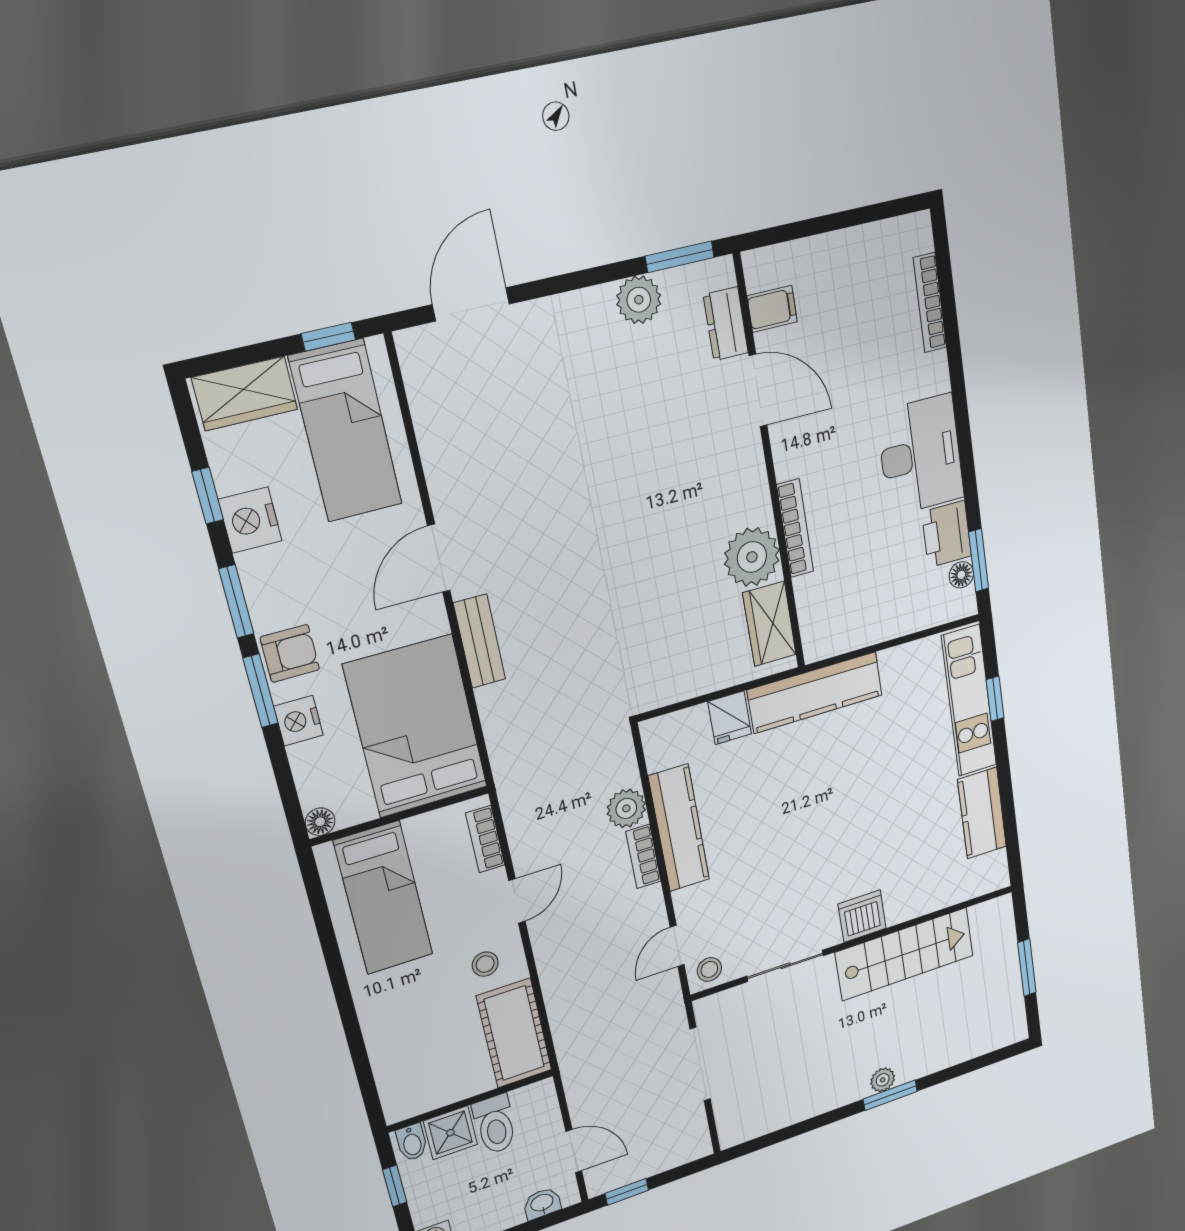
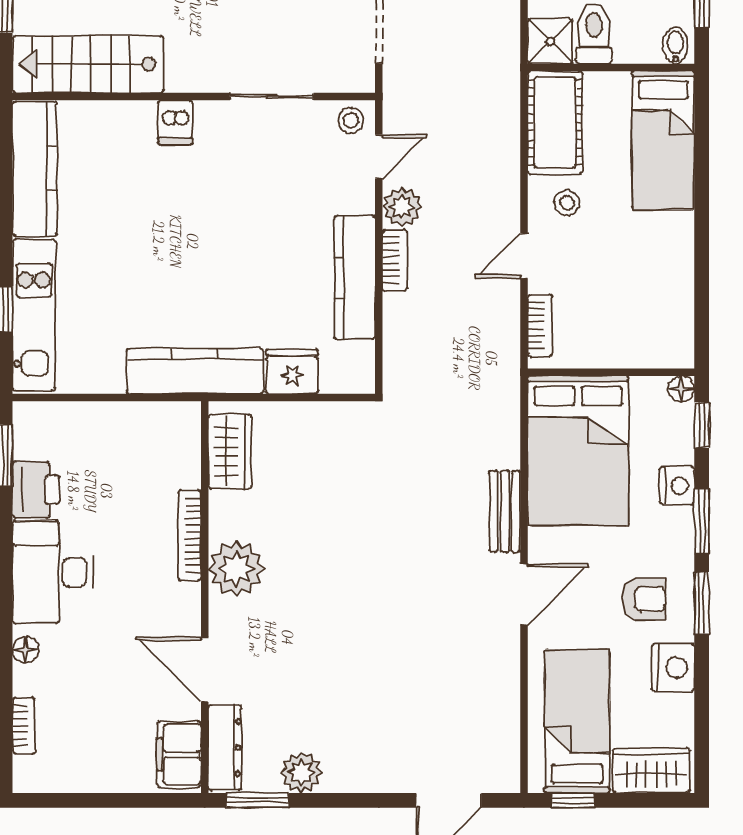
bookcase: (930, 303) -> (24, 726), width x0.64
filing cabinet: (772, 309) -> (179, 754), width x2.00
dresser: (726, 324) -> (225, 748), width x1.44
window: (208, 496) -> (702, 425), moved
plant: (752, 557) -> (236, 569), moved
floor lamp: (961, 575) -> (26, 650), moved
armchair: (290, 653) -> (644, 599), moved, turned 180
fridge: (730, 718) -> (292, 372), width x1.38
plant: (626, 808) -> (402, 207), moved
kitchen counter: (982, 813) -> (35, 169), width x1.50
bed: (383, 898) -> (663, 140), moved, turned 180
dishwasher: (862, 916) -> (175, 122), width x0.73
stairs: (905, 954) -> (88, 64), moved
shower: (450, 1133) -> (550, 41), moved

